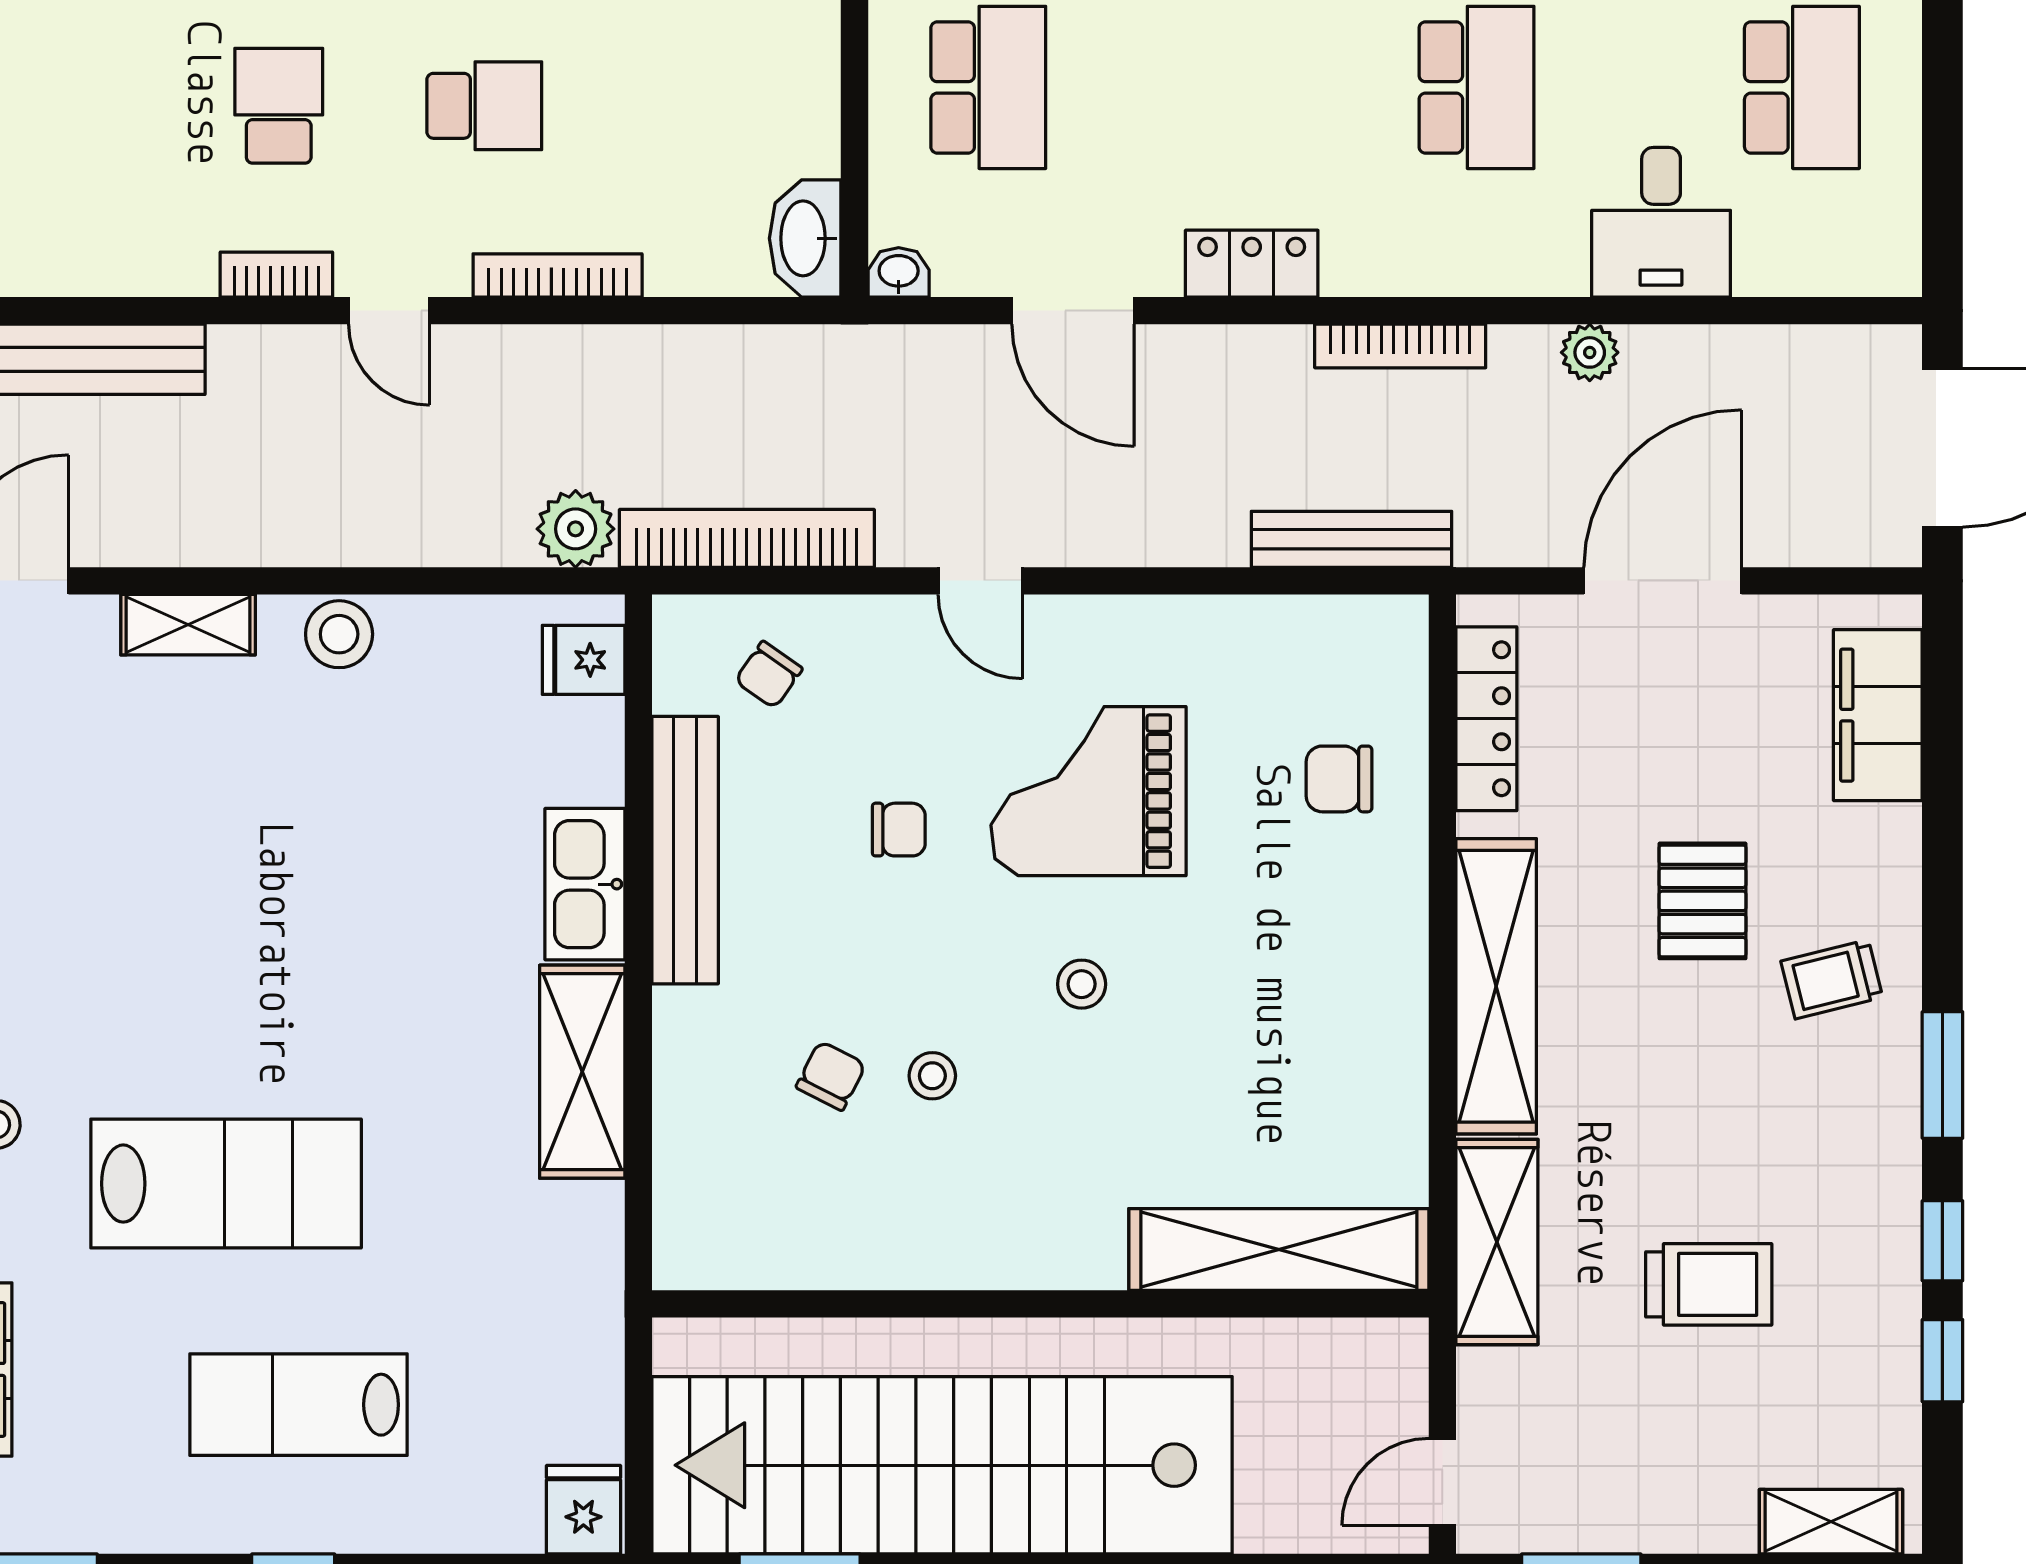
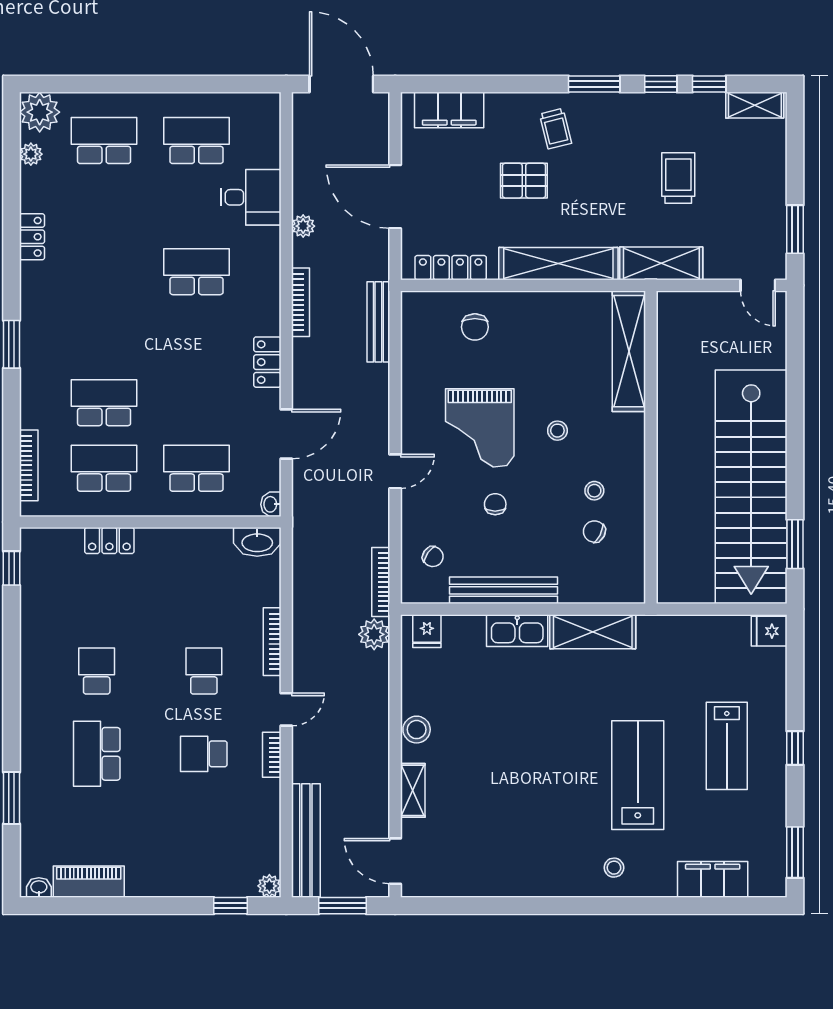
bookcase: (747, 538) -> (381, 582), width x0.68, depth x0.76
shelving: (1279, 1249) -> (629, 351), moved
wall: (1040, 1304) -> (651, 447), moved
shelving: (1831, 1522) -> (755, 105), moved, turned 90

